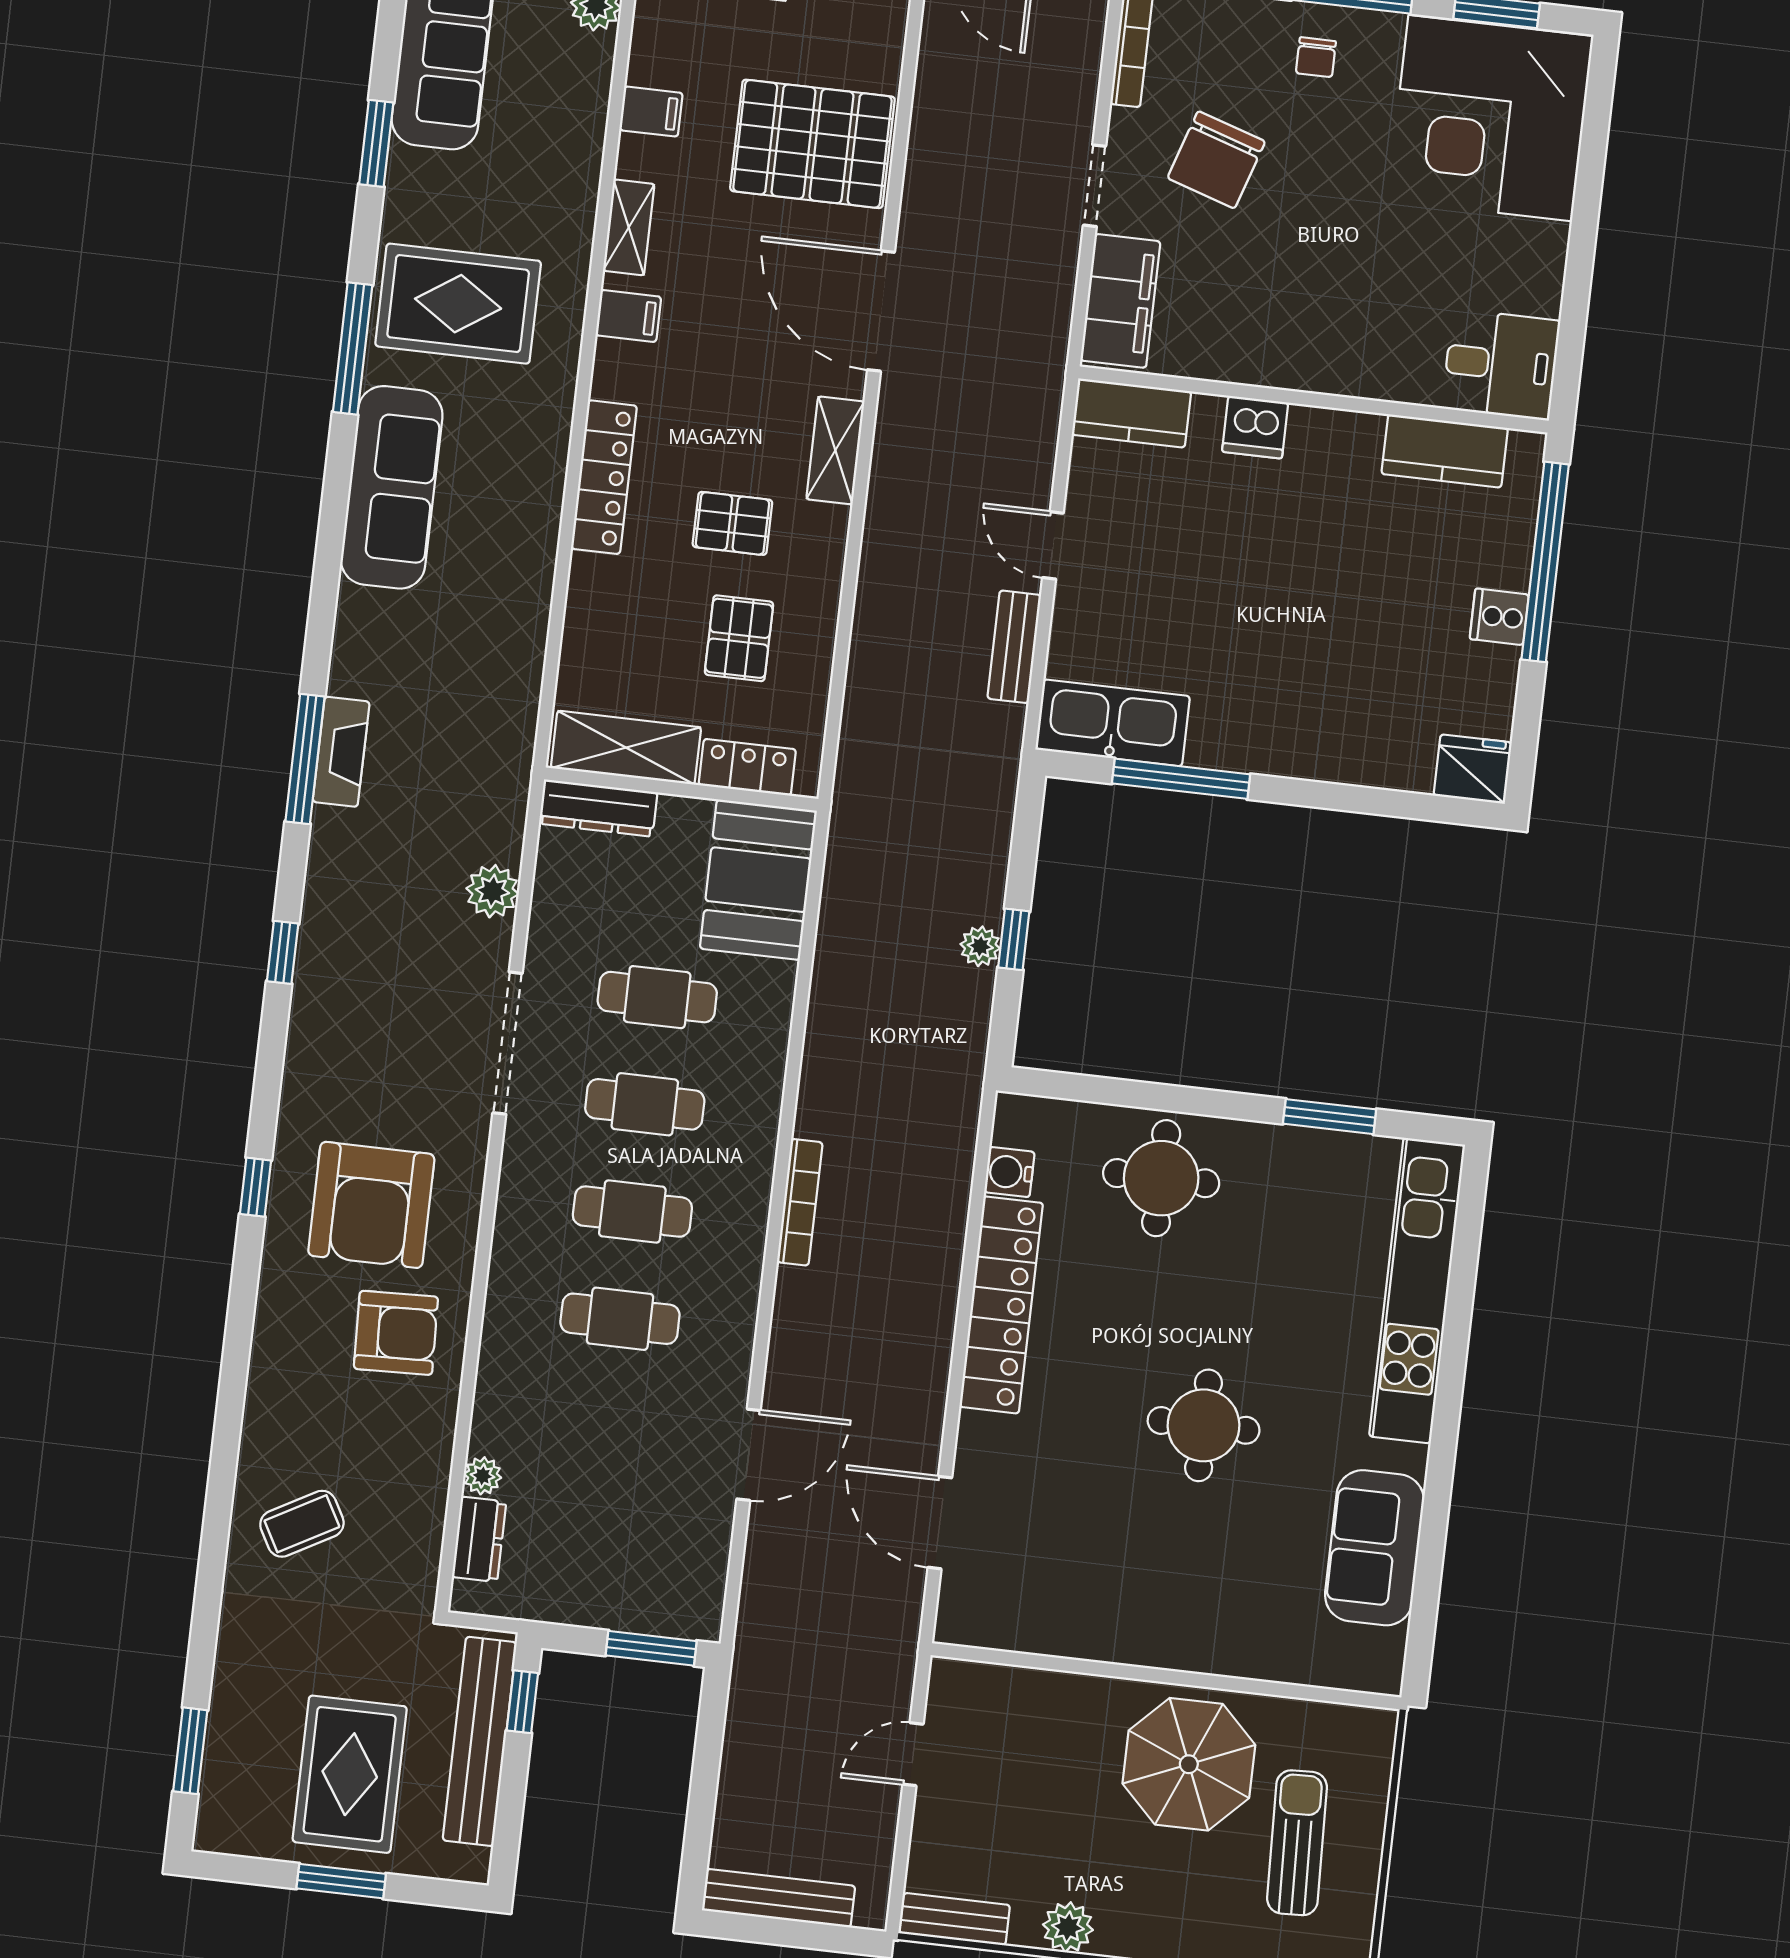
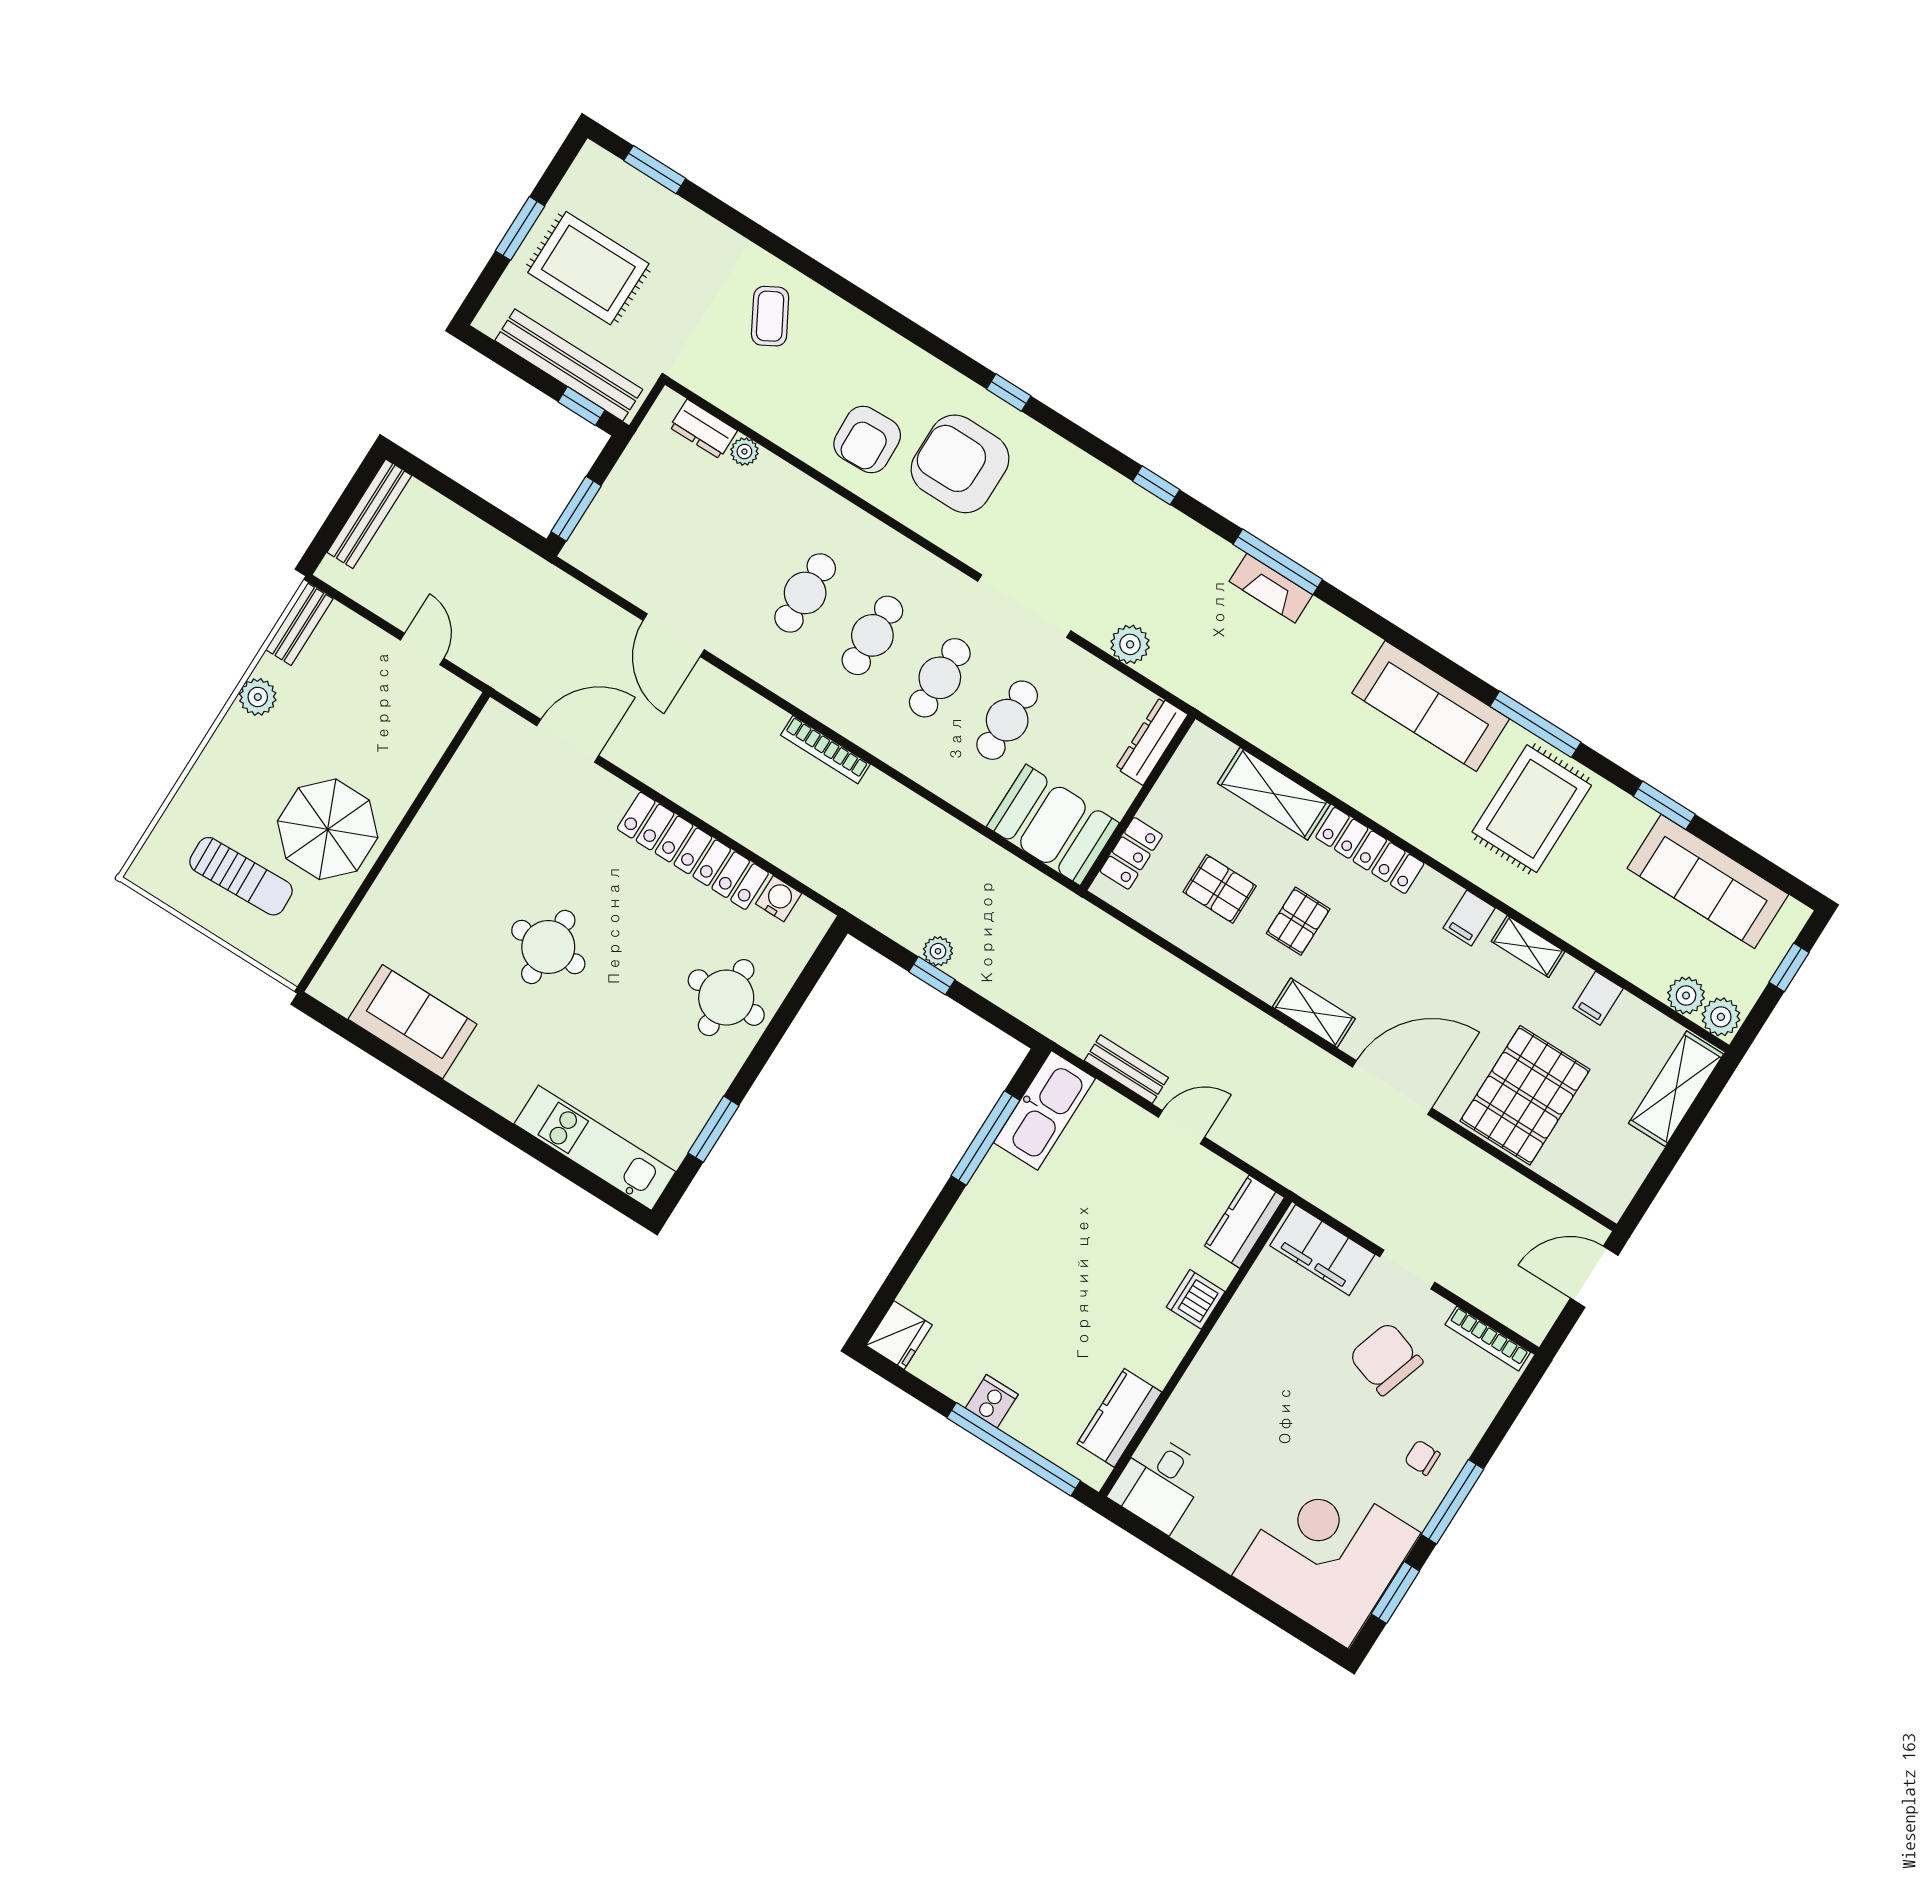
shelving: (626, 748) -> (1274, 794), moved, turned 90
kitchen unit: (1417, 1290) -> (595, 1148), width x0.73

